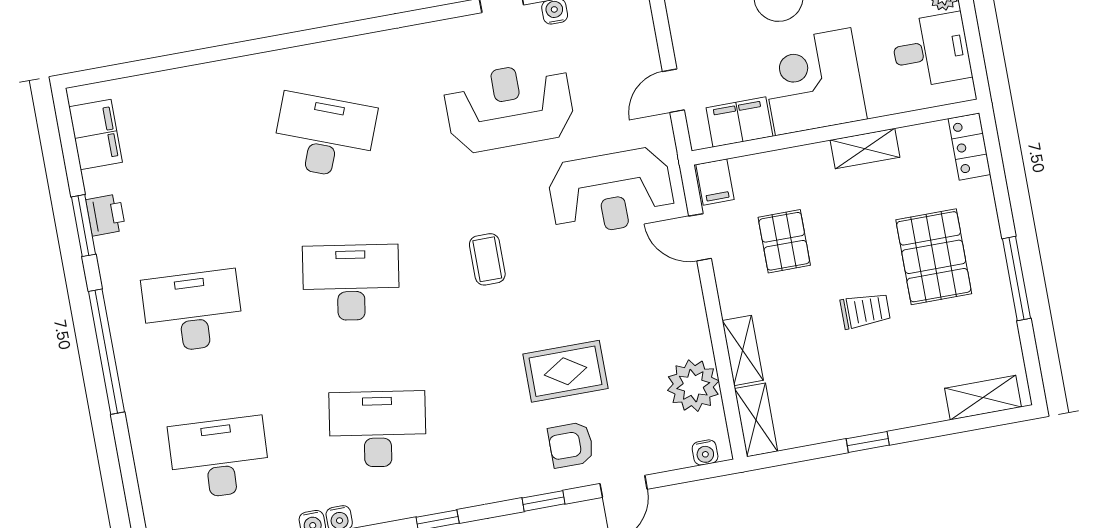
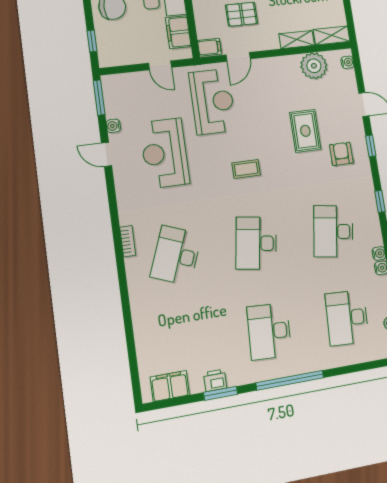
bookcase: (347, 48) -> (128, 241), added
armchair: (571, 445) -> (341, 154), moved, turned 180

